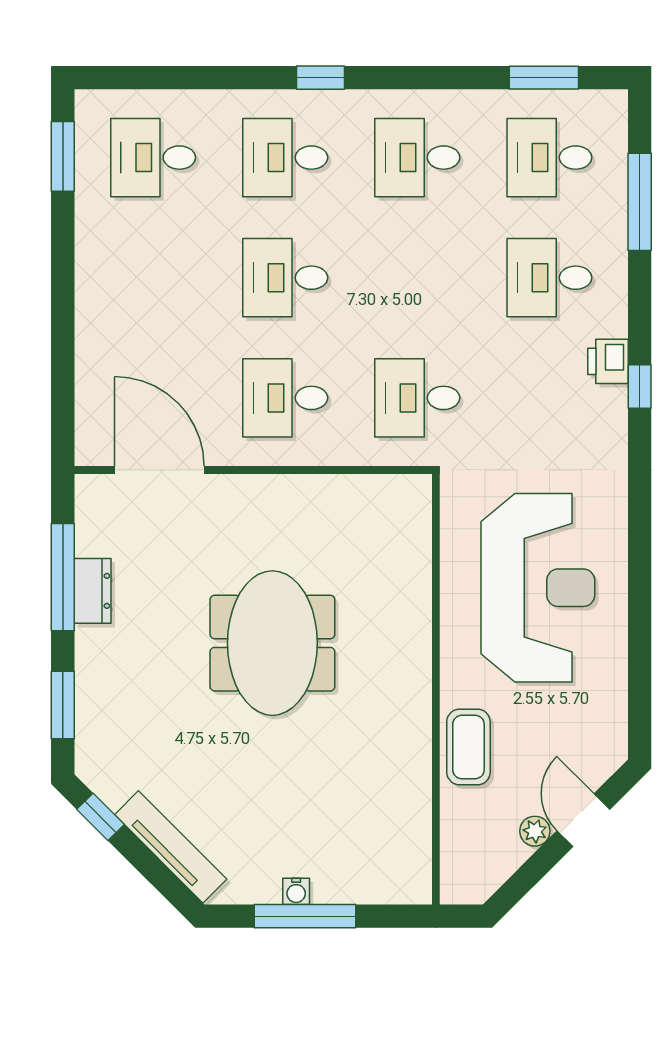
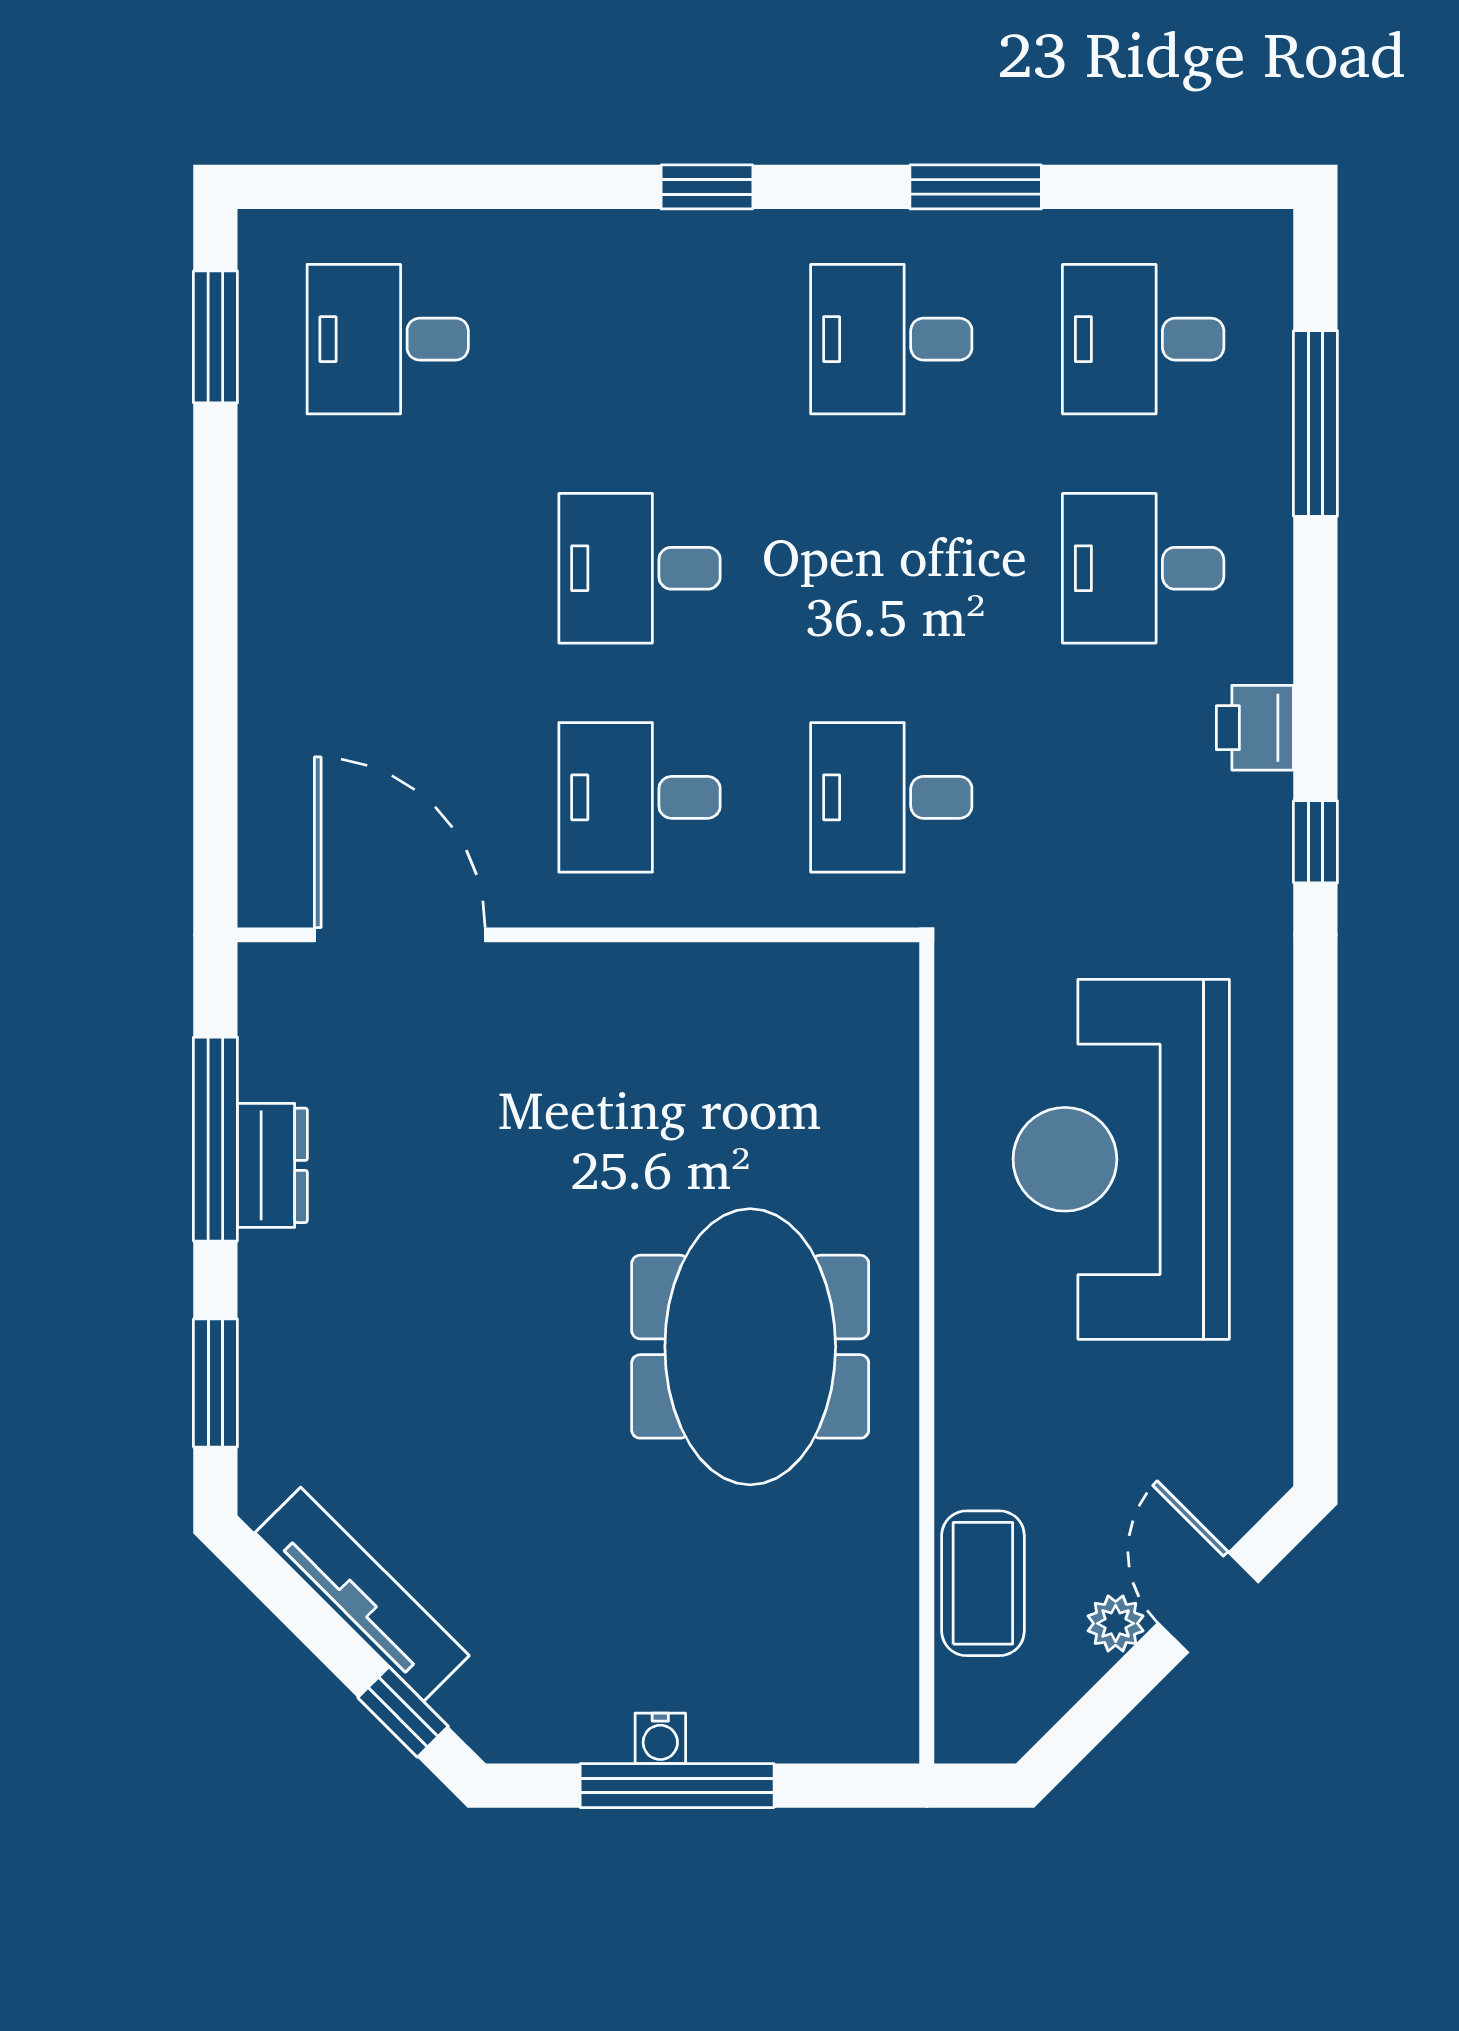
window: (544, 78) -> (976, 187), moved
desk: (285, 158) -> (639, 339), removed
window: (640, 387) -> (1315, 842), moved
reception desk: (538, 588) -> (1121, 1159), turned 180
meeting table: (272, 643) -> (750, 1347), moved
coffee table: (468, 747) -> (983, 1583), moved
window: (101, 817) -> (403, 1712), moved
tv unit: (171, 847) -> (362, 1594), moved

